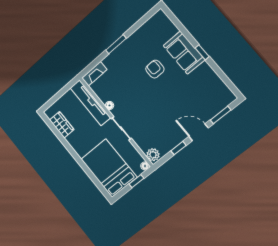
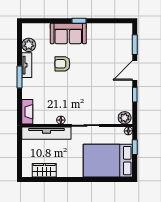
plant: (148, 29) -> (29, 45), added
tv unit: (130, 42) -> (27, 65), added

